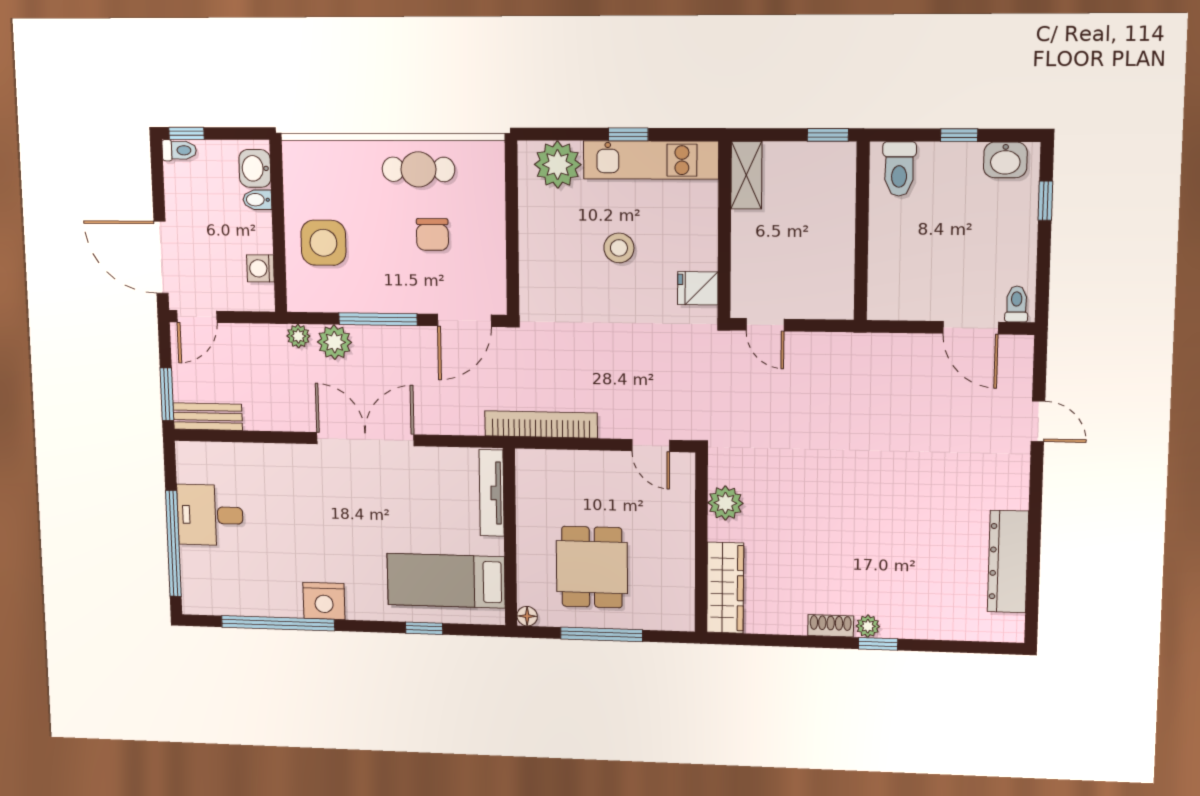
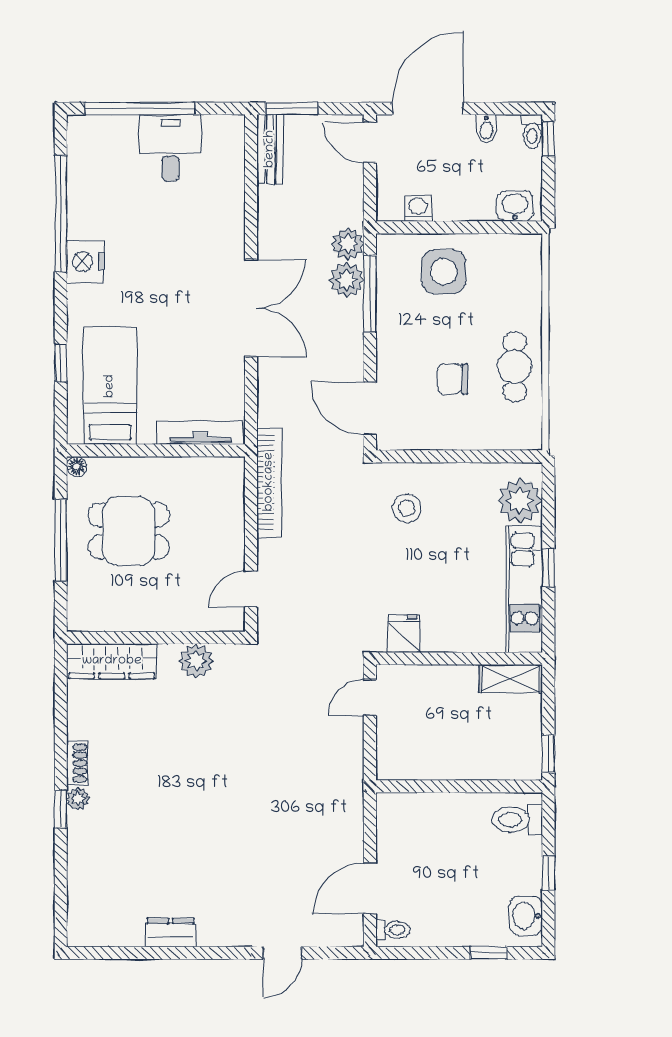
bidet: (257, 200) -> (486, 129), moved, turned 180
stool: (619, 248) -> (407, 508), moved
window: (378, 319) -> (370, 294), moved
plant: (298, 336) -> (348, 244), width x1.38, depth x1.38
dresser: (1008, 562) -> (171, 933), width x0.51, depth x0.80

